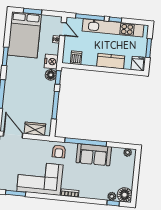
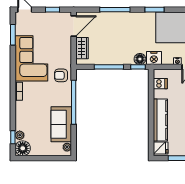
kitchen counter: (111, 61) -> (160, 120), width x1.50
sofa: (94, 155) -> (61, 124), moved

